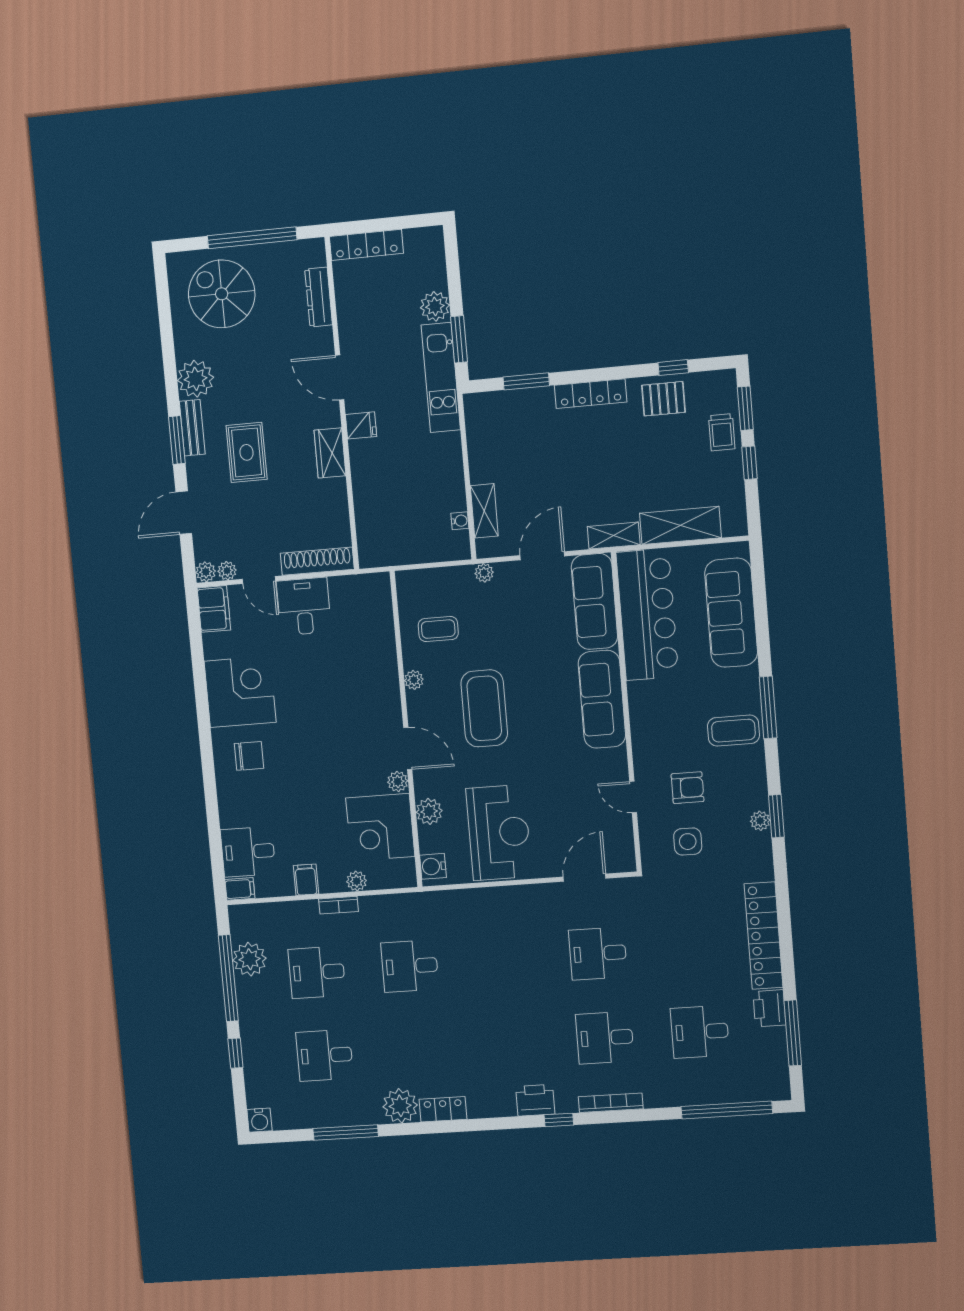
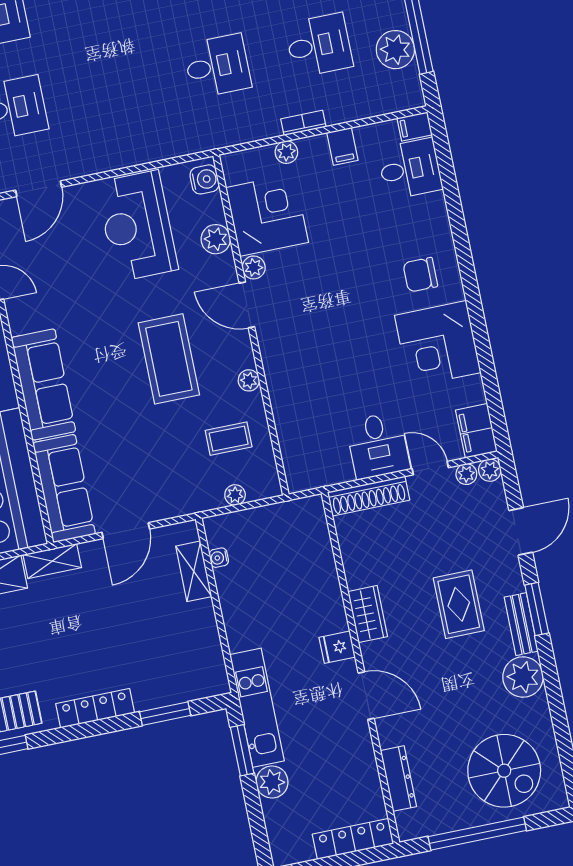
plant: (484, 573) -> (235, 495), moved

